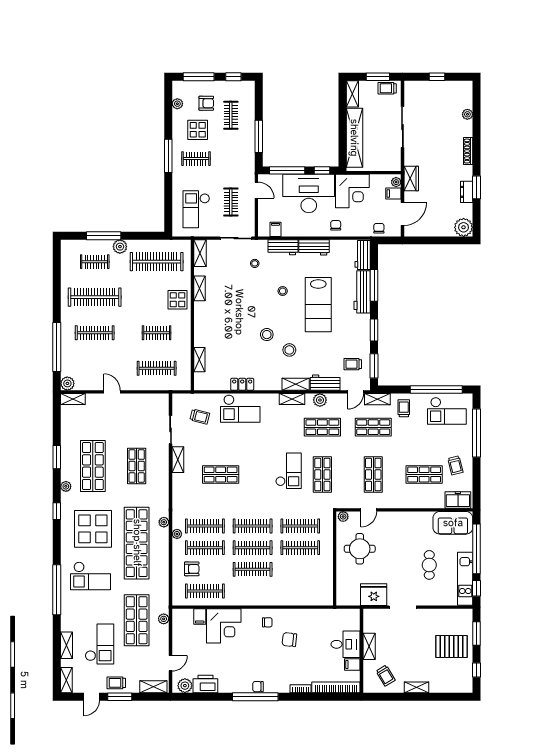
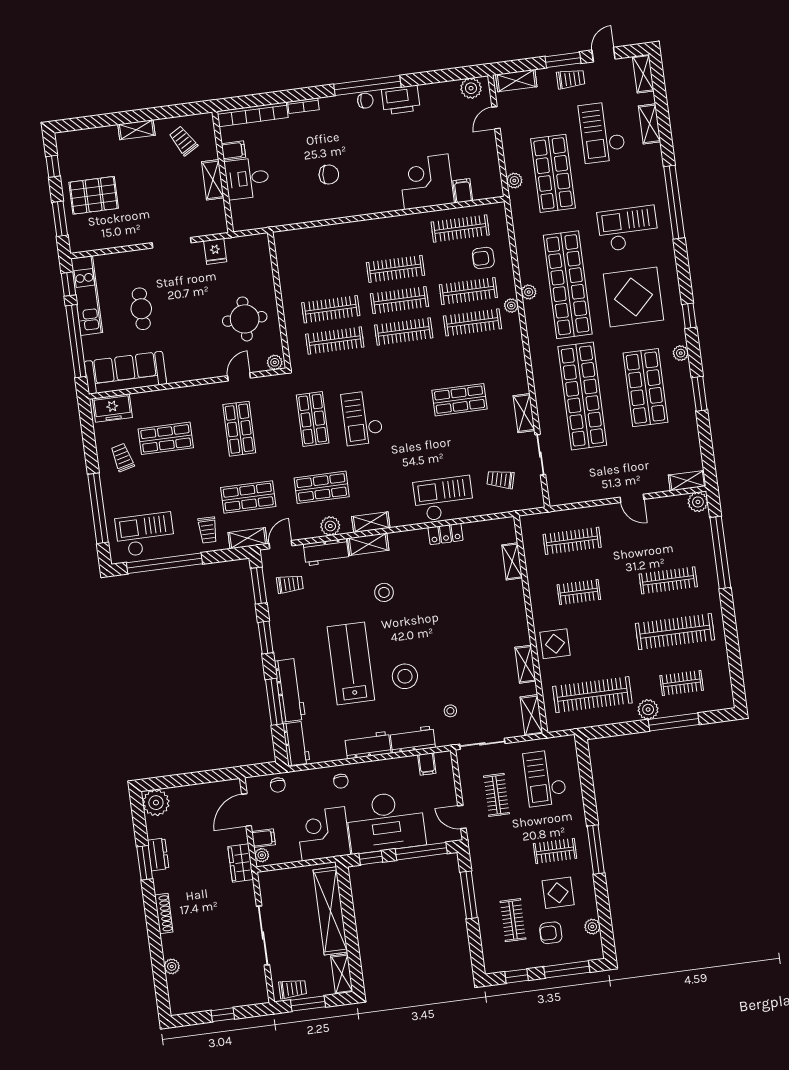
checkout: (196, 209) -> (545, 778), turned 180
stool: (283, 291) -> (405, 676), width x1.89, depth x1.89
stool: (267, 335) -> (419, 610), removed
shop shelf: (137, 466) -> (582, 396), width x2.00, depth x1.36
plant: (164, 522) -> (529, 292), moved
sofa: (453, 523) -> (125, 373), width x1.36
fridge: (374, 595) -> (215, 251), width x0.53, depth x0.75
chair: (267, 622) -> (364, 195), removed
printer: (205, 684) -> (401, 100), moved

